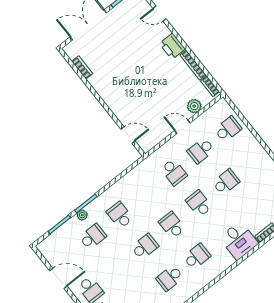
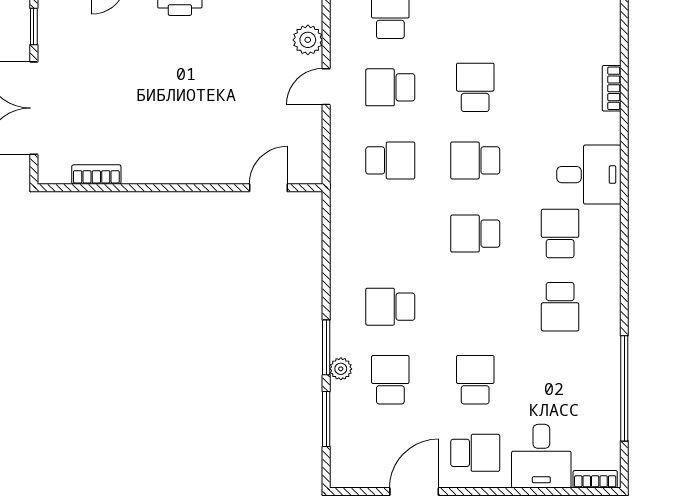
school desk: (201, 151) -> (390, 87), turned 90
desk: (239, 241) -> (589, 175), moved
school desk: (145, 247) -> (475, 380), moved

